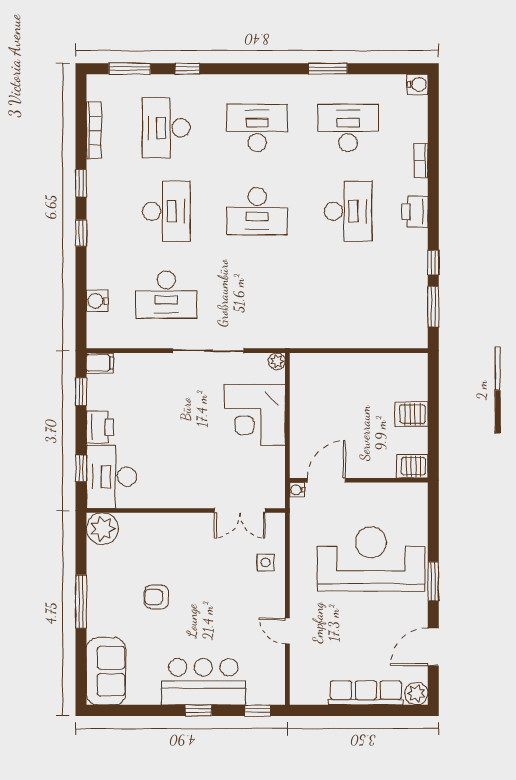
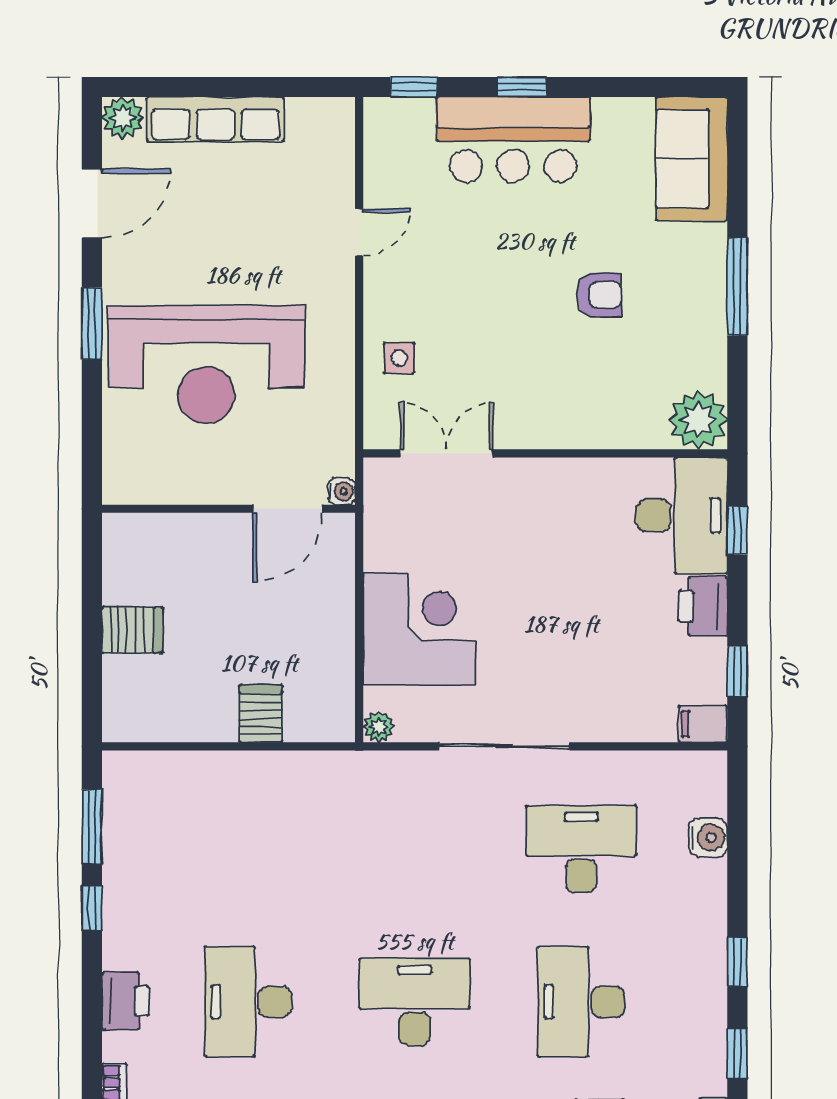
server rack: (412, 466) -> (261, 714), moved, turned -90
door: (287, 631) -> (359, 232), hinge flipped

